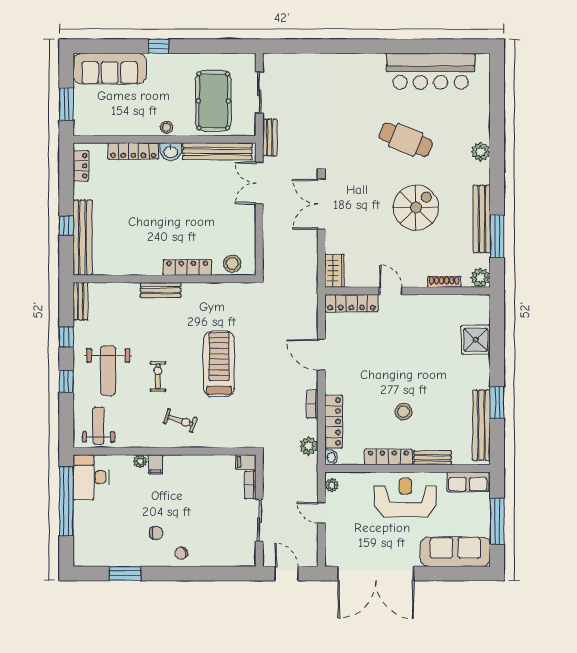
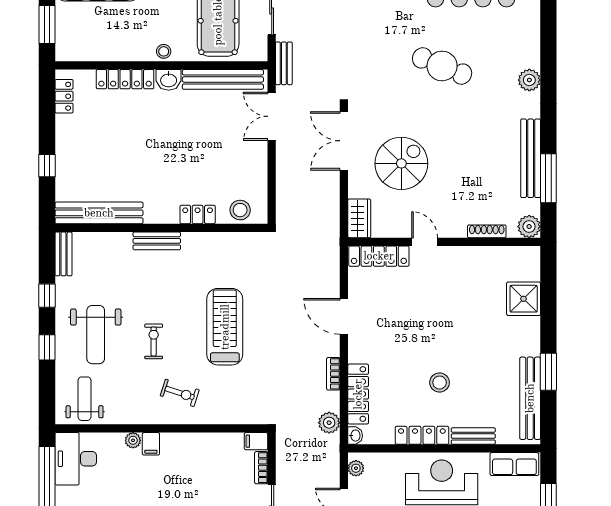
spiral stairs: (416, 208) -> (401, 163), moved
bench: (83, 238) -> (99, 213), moved, turned 90
locker: (187, 267) -> (198, 214), width x0.66

